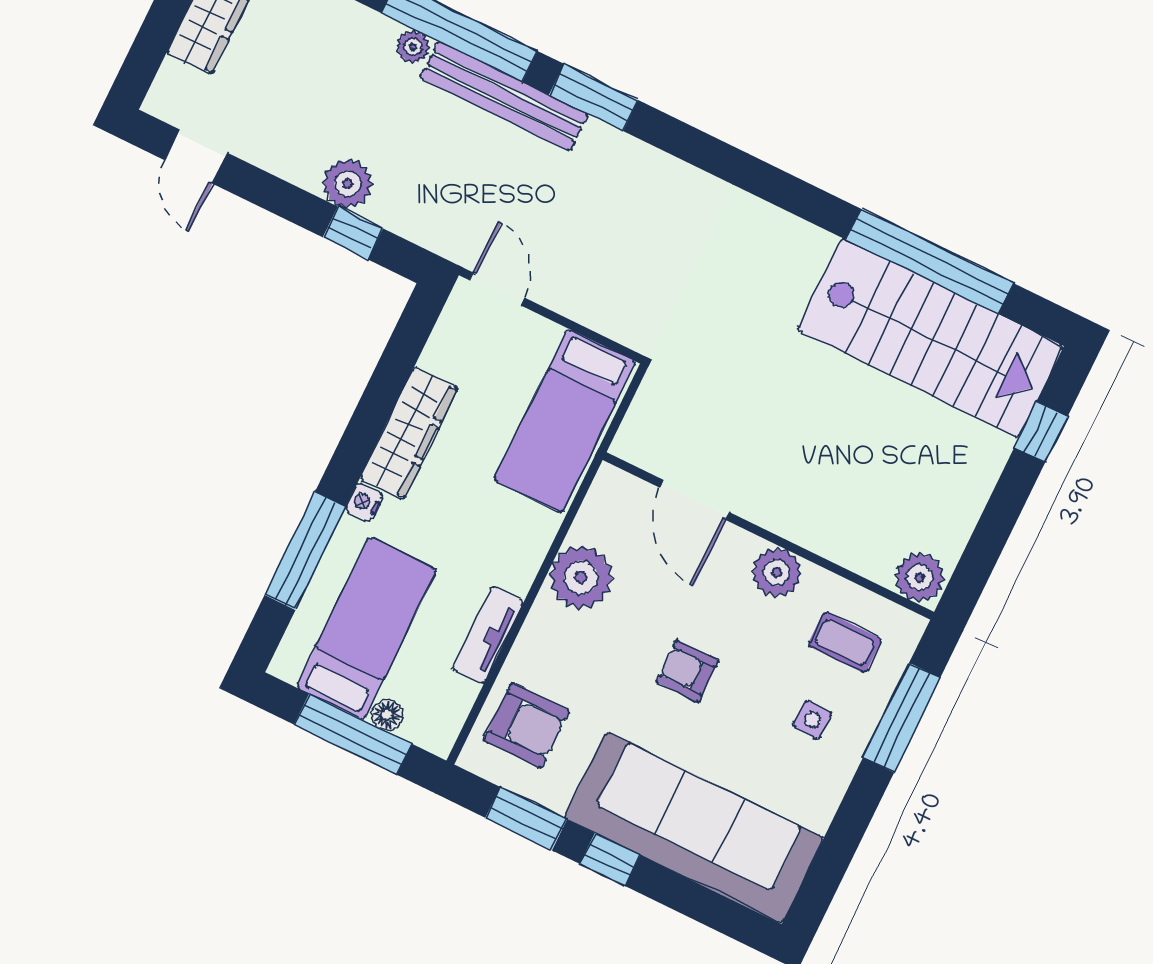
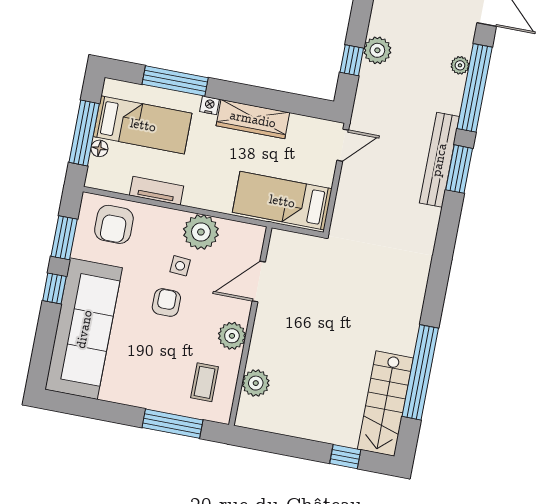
bench: (504, 96) -> (439, 160), moved
stairs: (930, 338) -> (385, 404), width x0.73, depth x0.66
plant: (920, 577) -> (256, 383), moved
side table: (812, 720) -> (180, 266), moved

